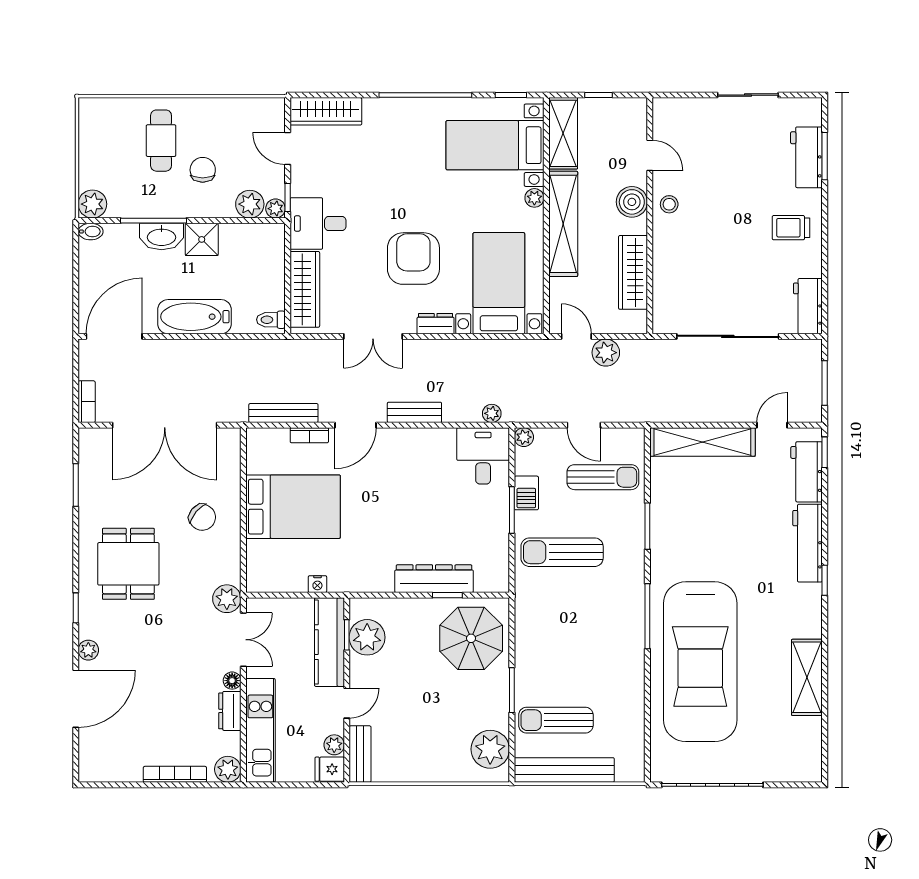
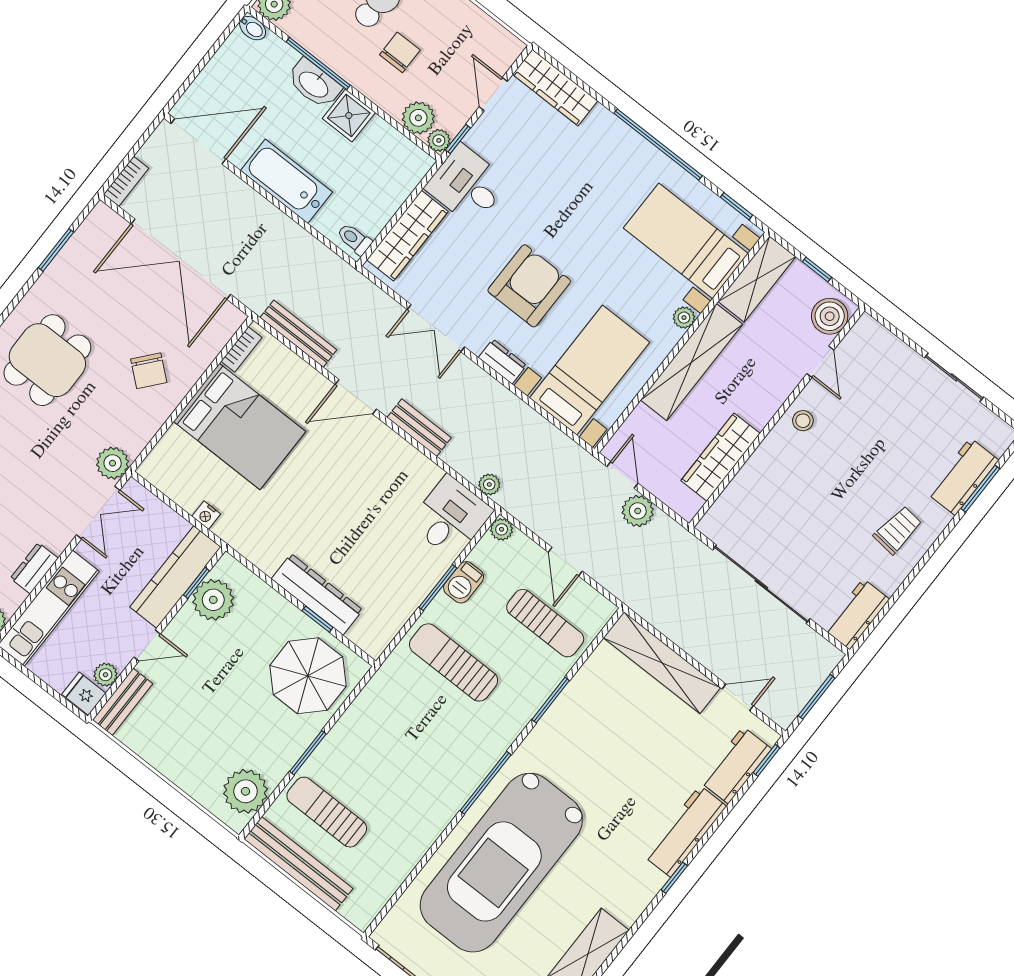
boiler: (632, 202) -> (830, 316), moved
trolley: (791, 228) -> (898, 530), turned 96
bookcase: (309, 435) -> (241, 349), moved, turned -90
floor lamp: (232, 681) -> (58, 542), removed

